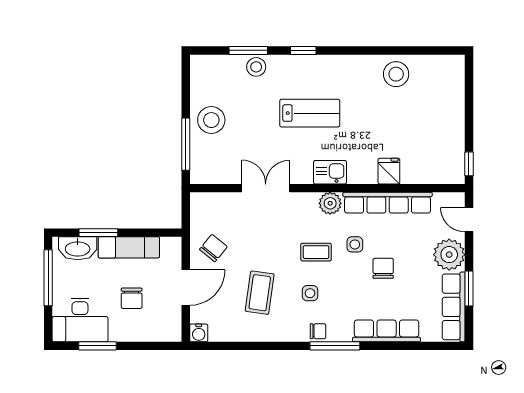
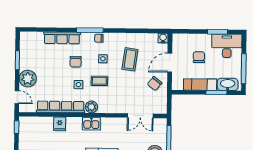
double door: (266, 188) -> (140, 116), moved
chair: (383, 268) -> (76, 62), moved
row of seats: (454, 307) -> (26, 50), removed

